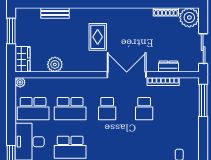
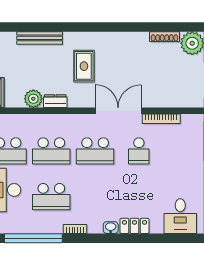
bench: (55, 13) -> (40, 38), width x1.36
dresser: (168, 66) -> (55, 101), moved
school desk: (107, 109) -> (95, 151), width x1.85

